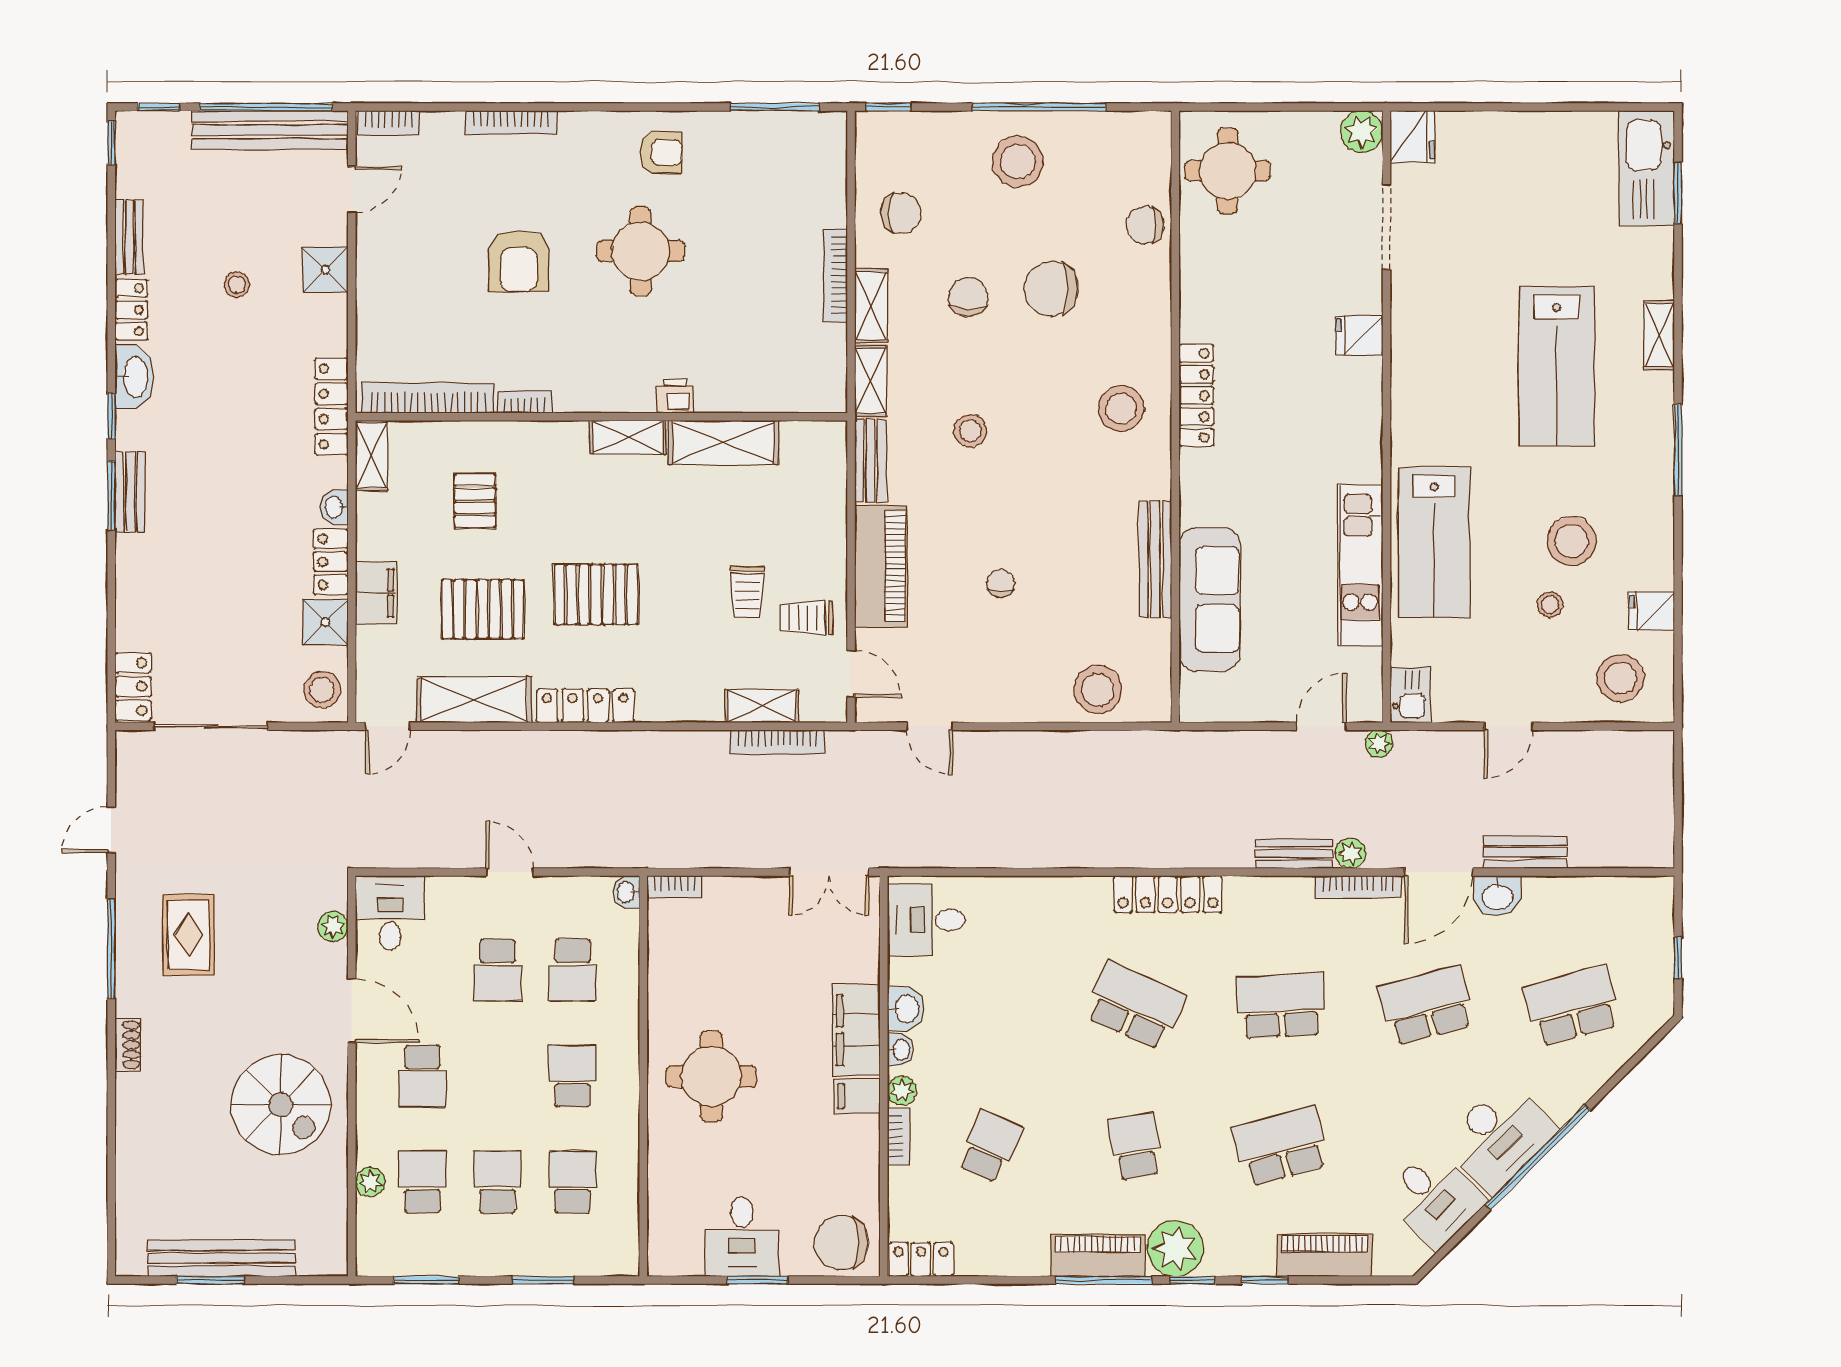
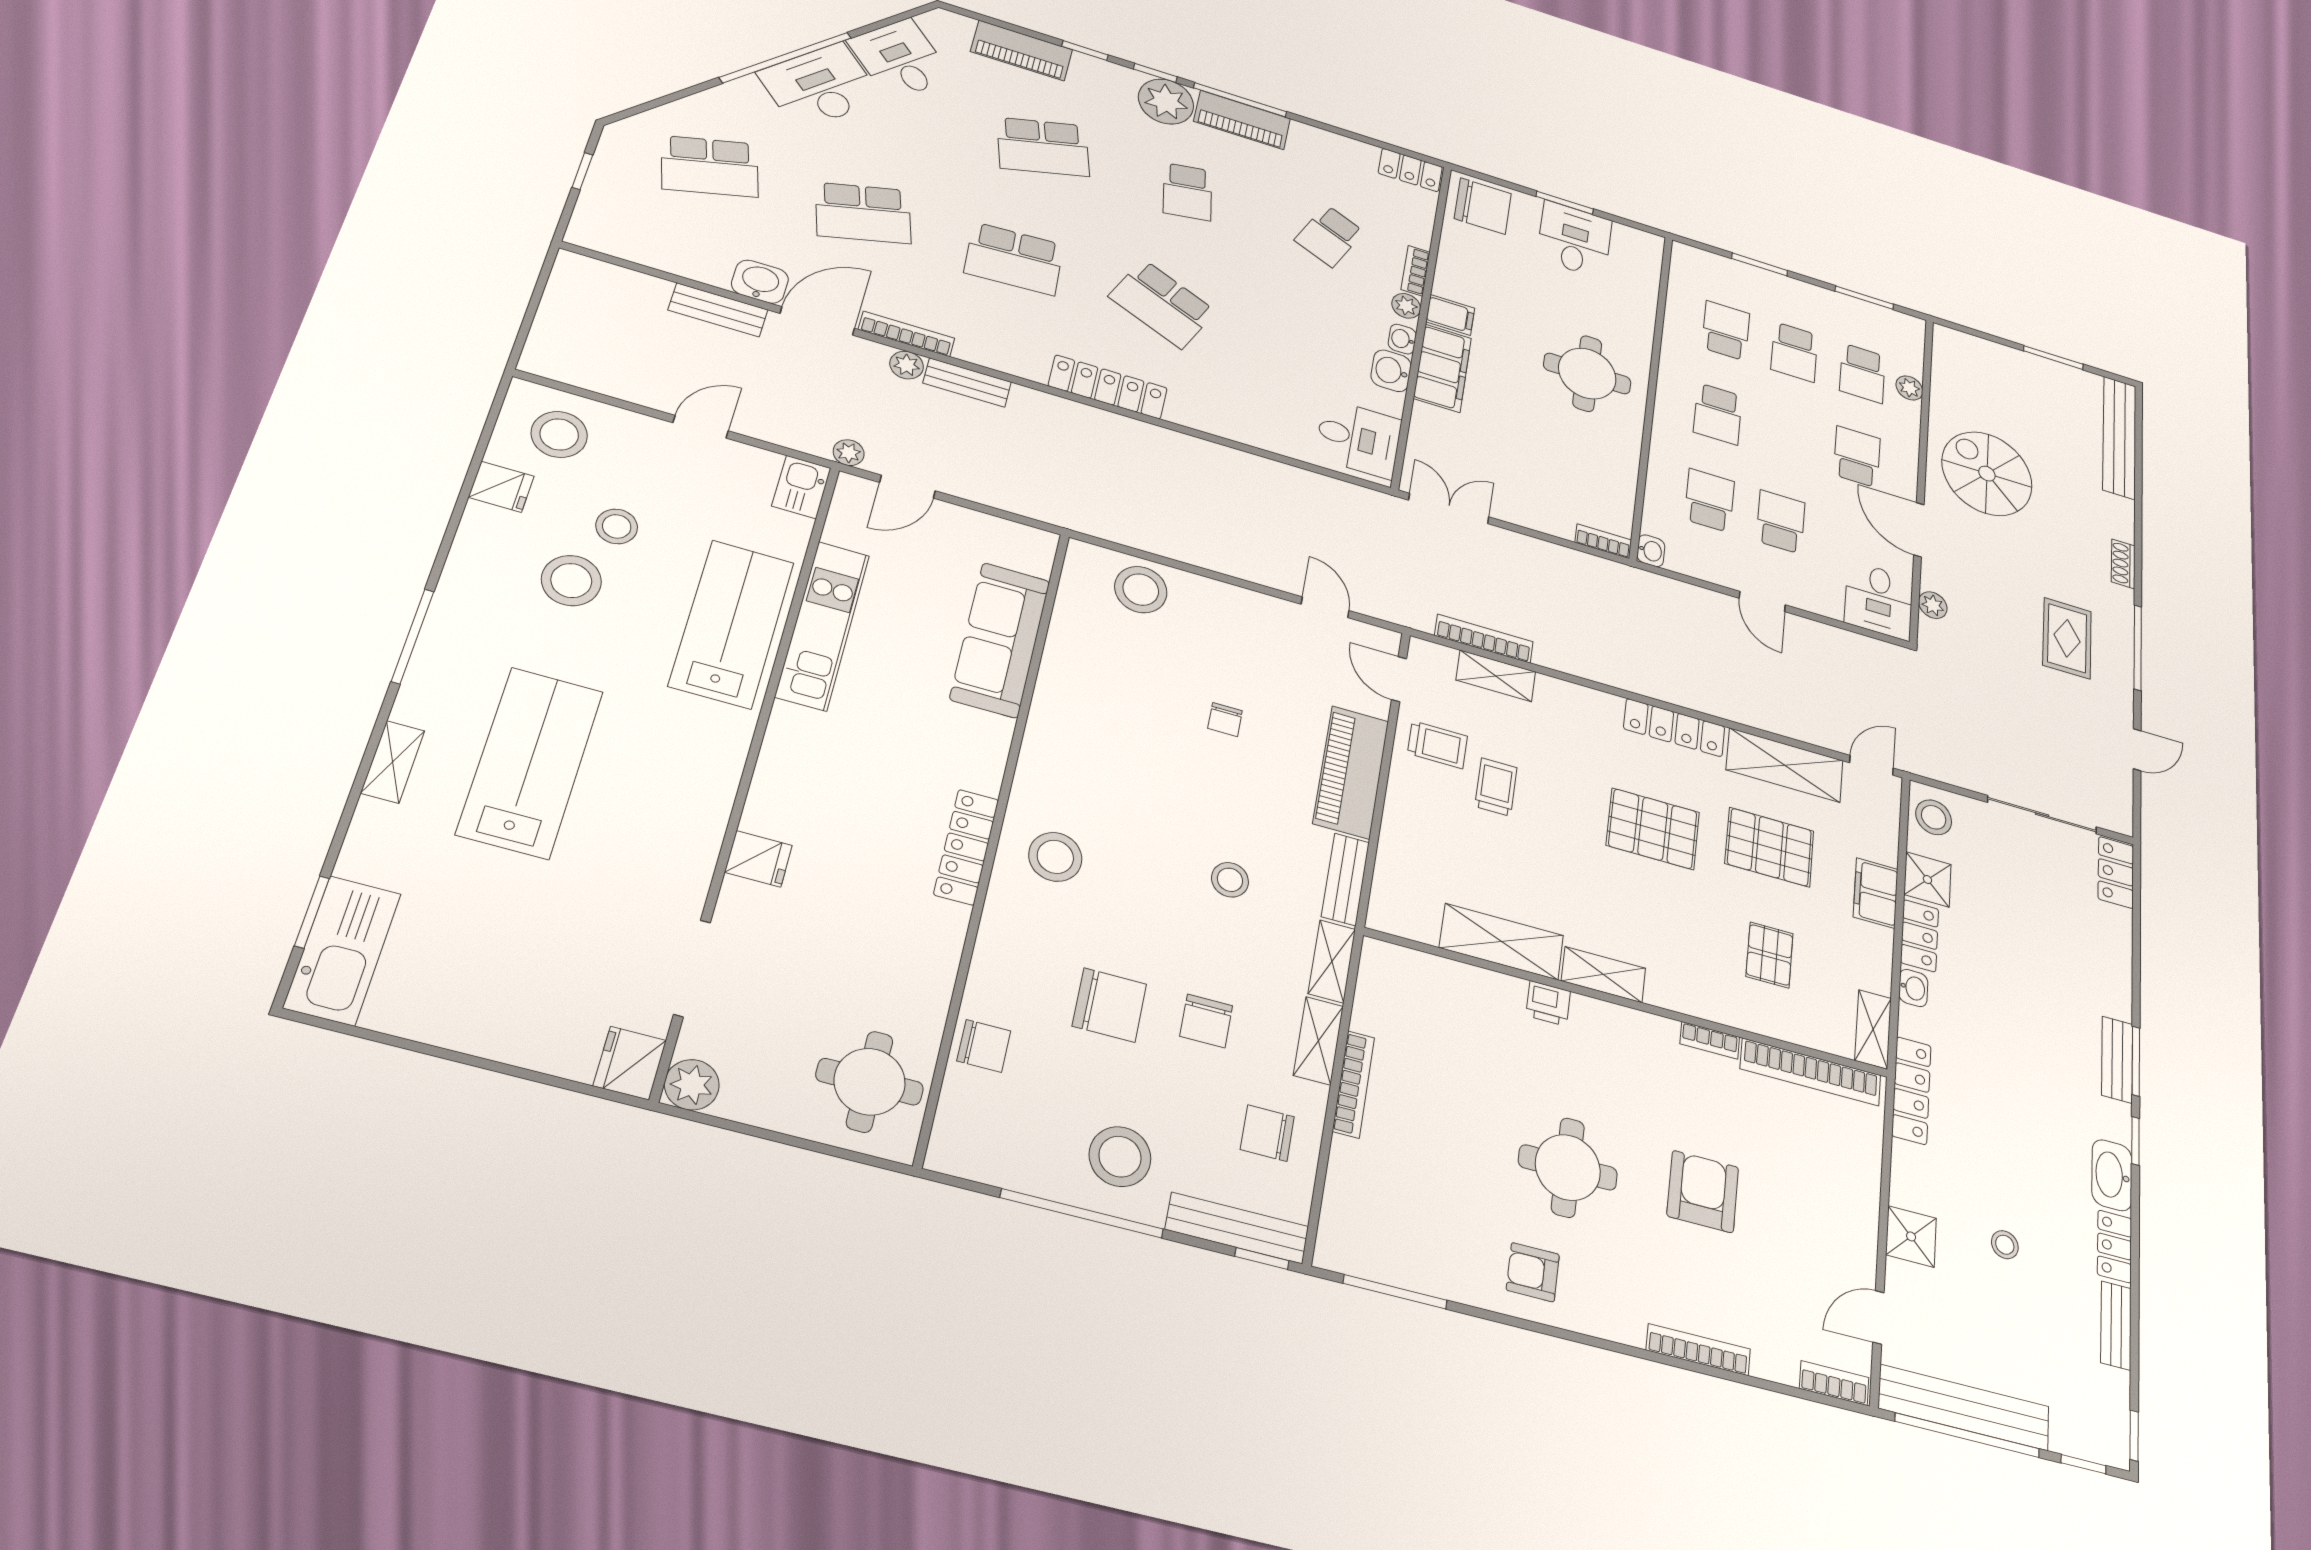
bench: (1155, 559) -> (1237, 1228), moved, turned 90
stool: (1550, 604) -> (617, 526), width x1.37, depth x1.37
school desk: (573, 1182) -> (1726, 331), turned 180
bench: (222, 1258) -> (2119, 438), moved, turned 90

